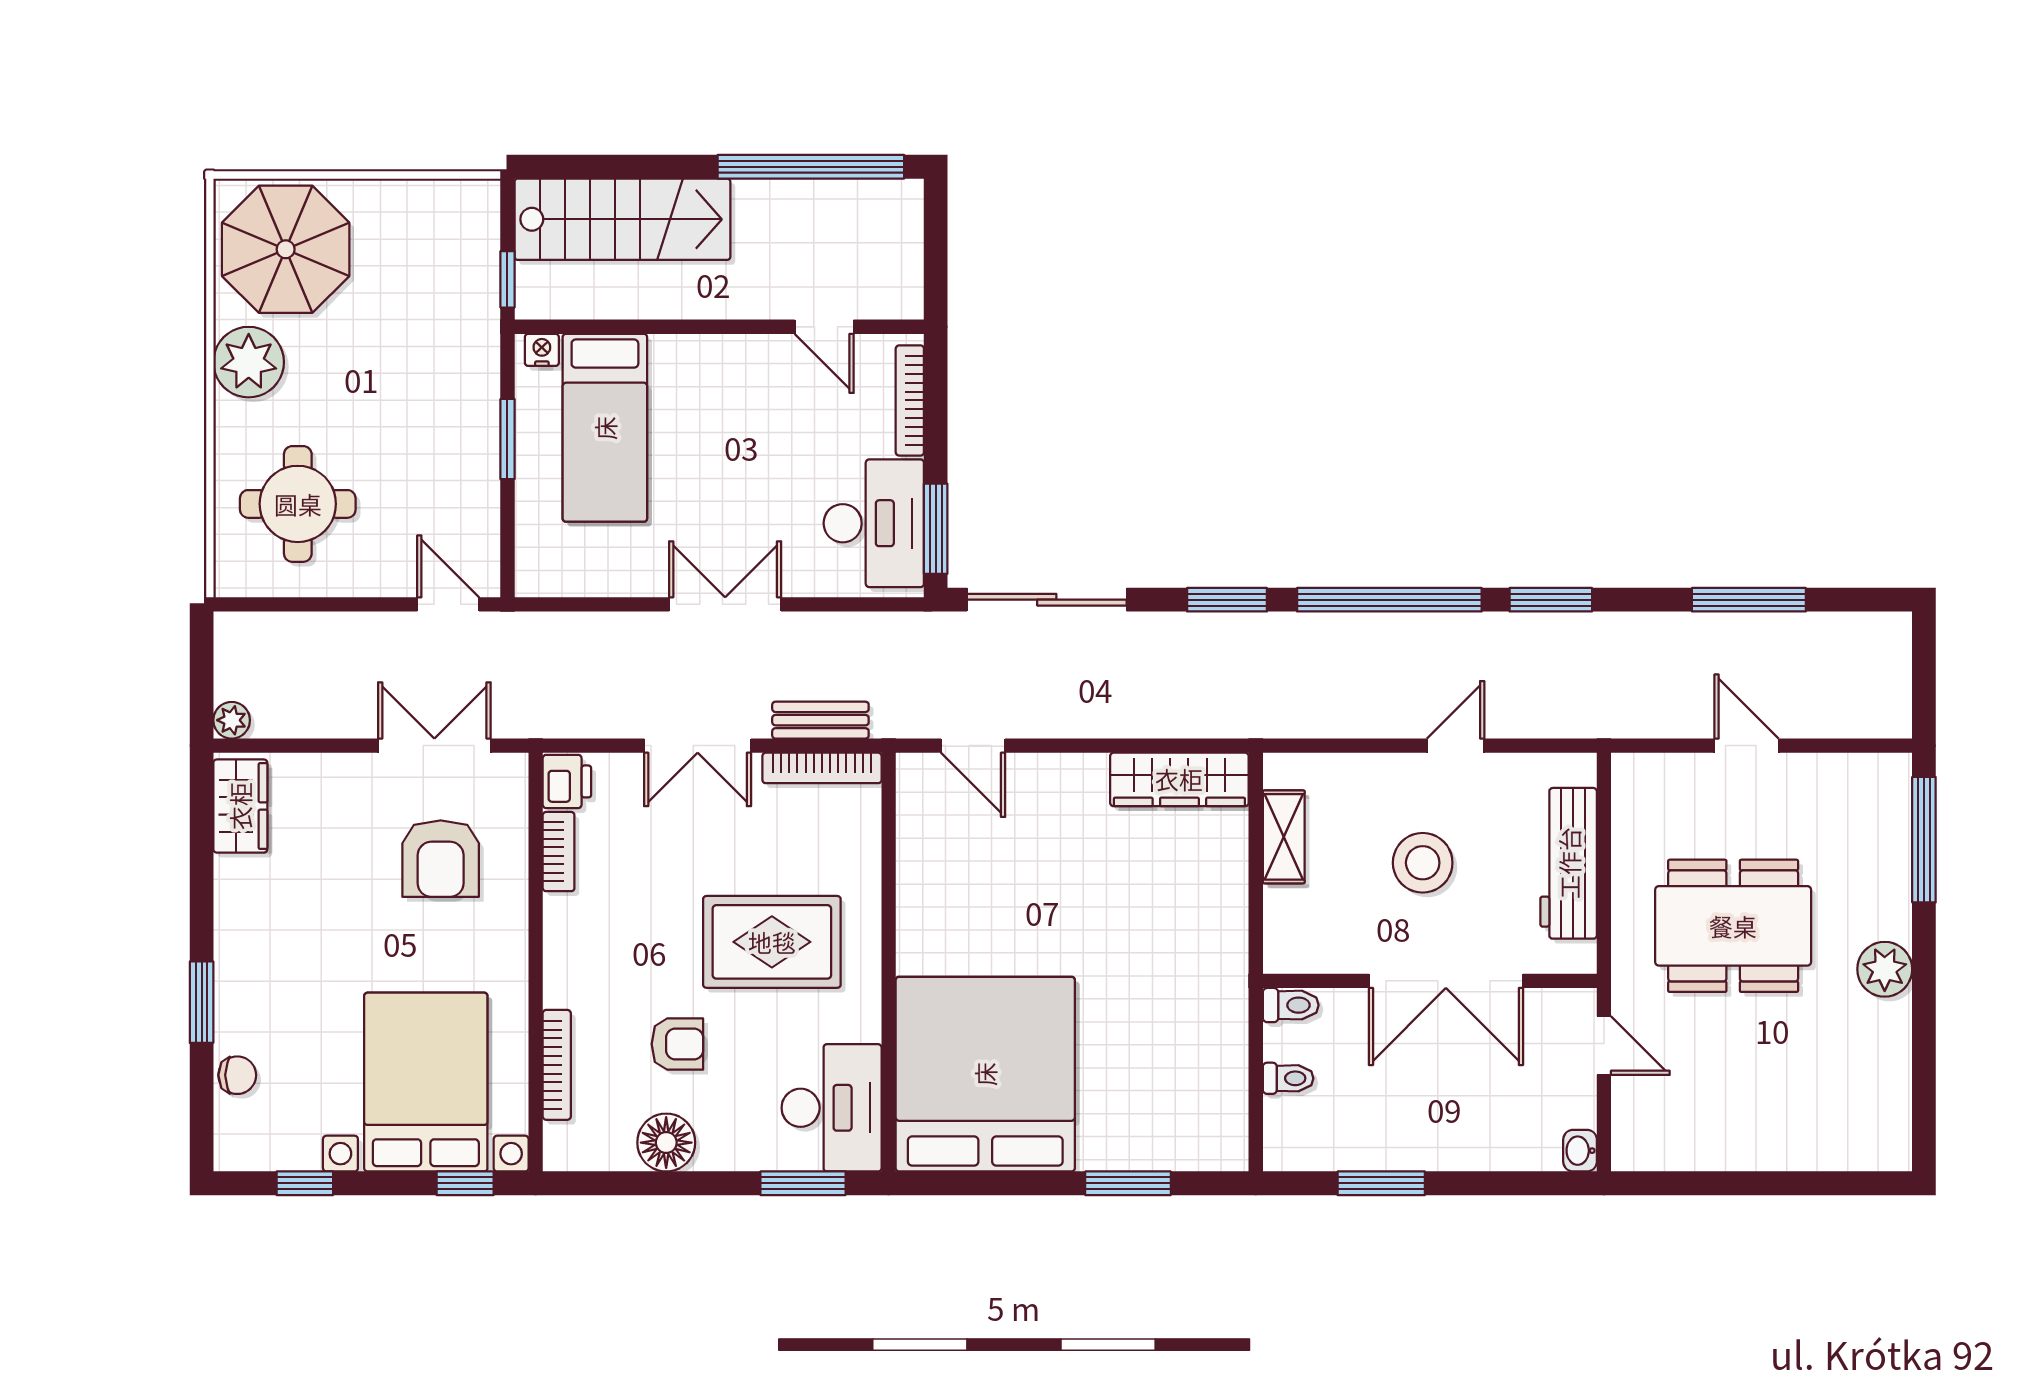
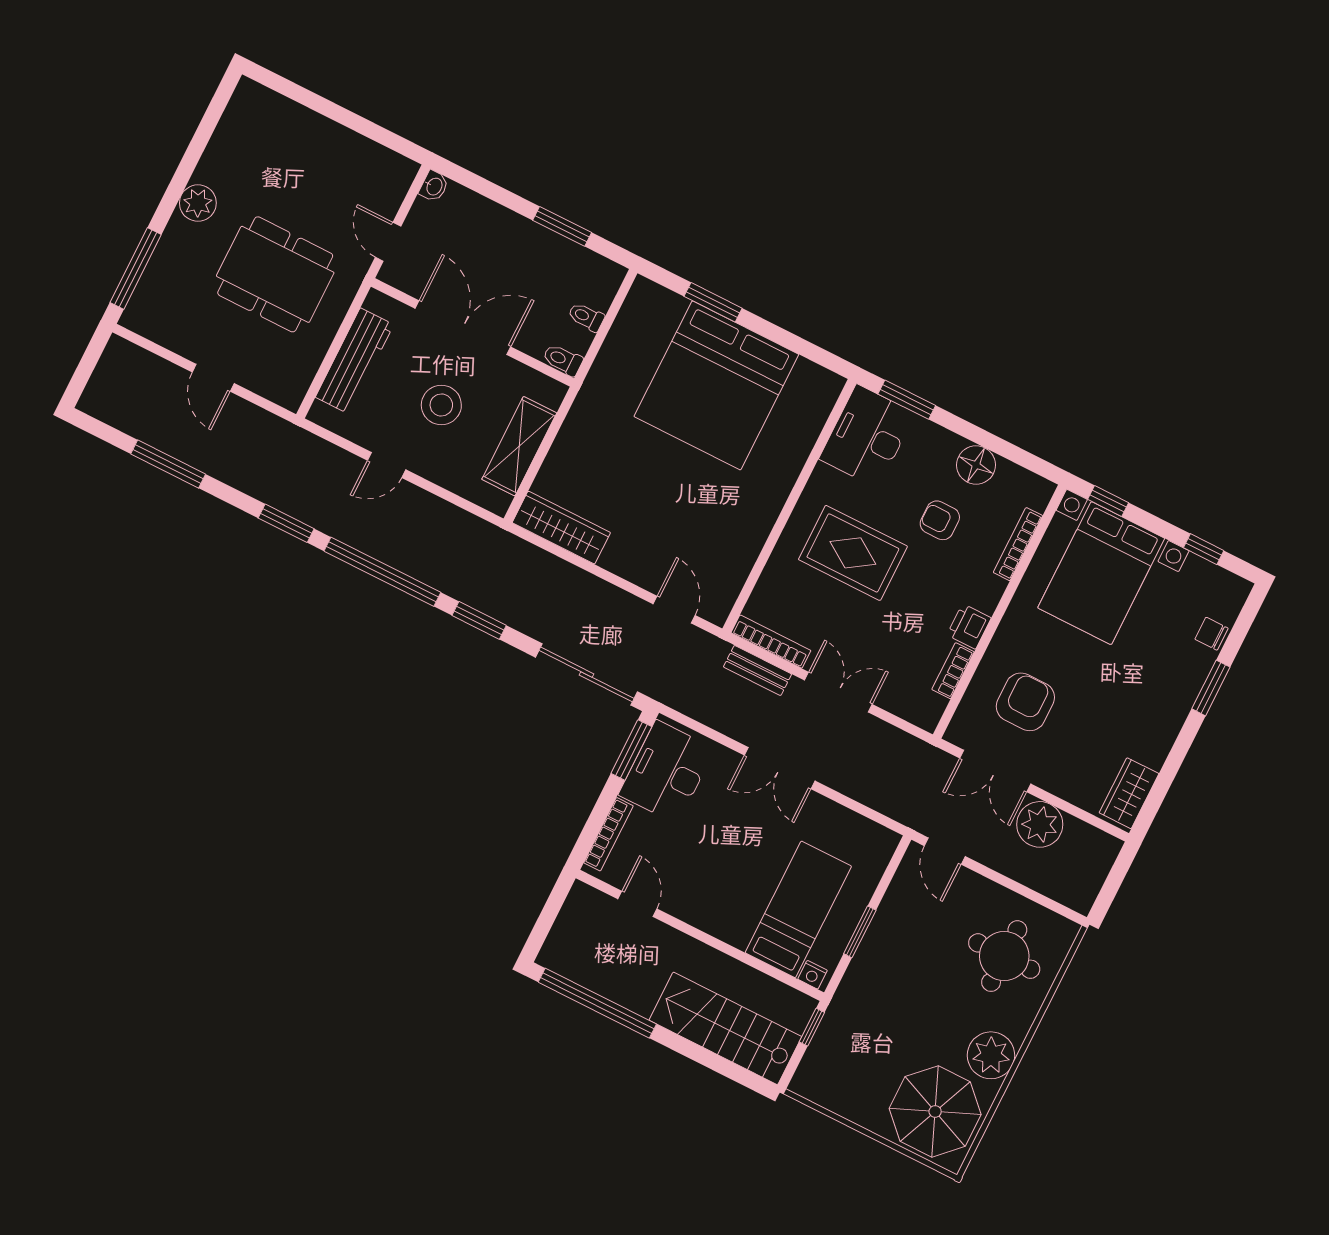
plant: (232, 720) -> (1040, 824), moved, width x1.88, depth x1.88
printer: (567, 781) -> (969, 626), moved
shelving: (1284, 837) -> (519, 446), width x1.50, depth x1.33
bed: (985, 1074) -> (716, 385), moved

